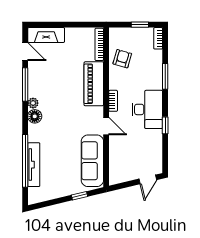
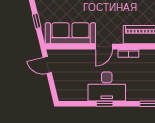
desk: (147, 109) -> (107, 86), moved
door: (148, 179) -> (47, 65), moved

